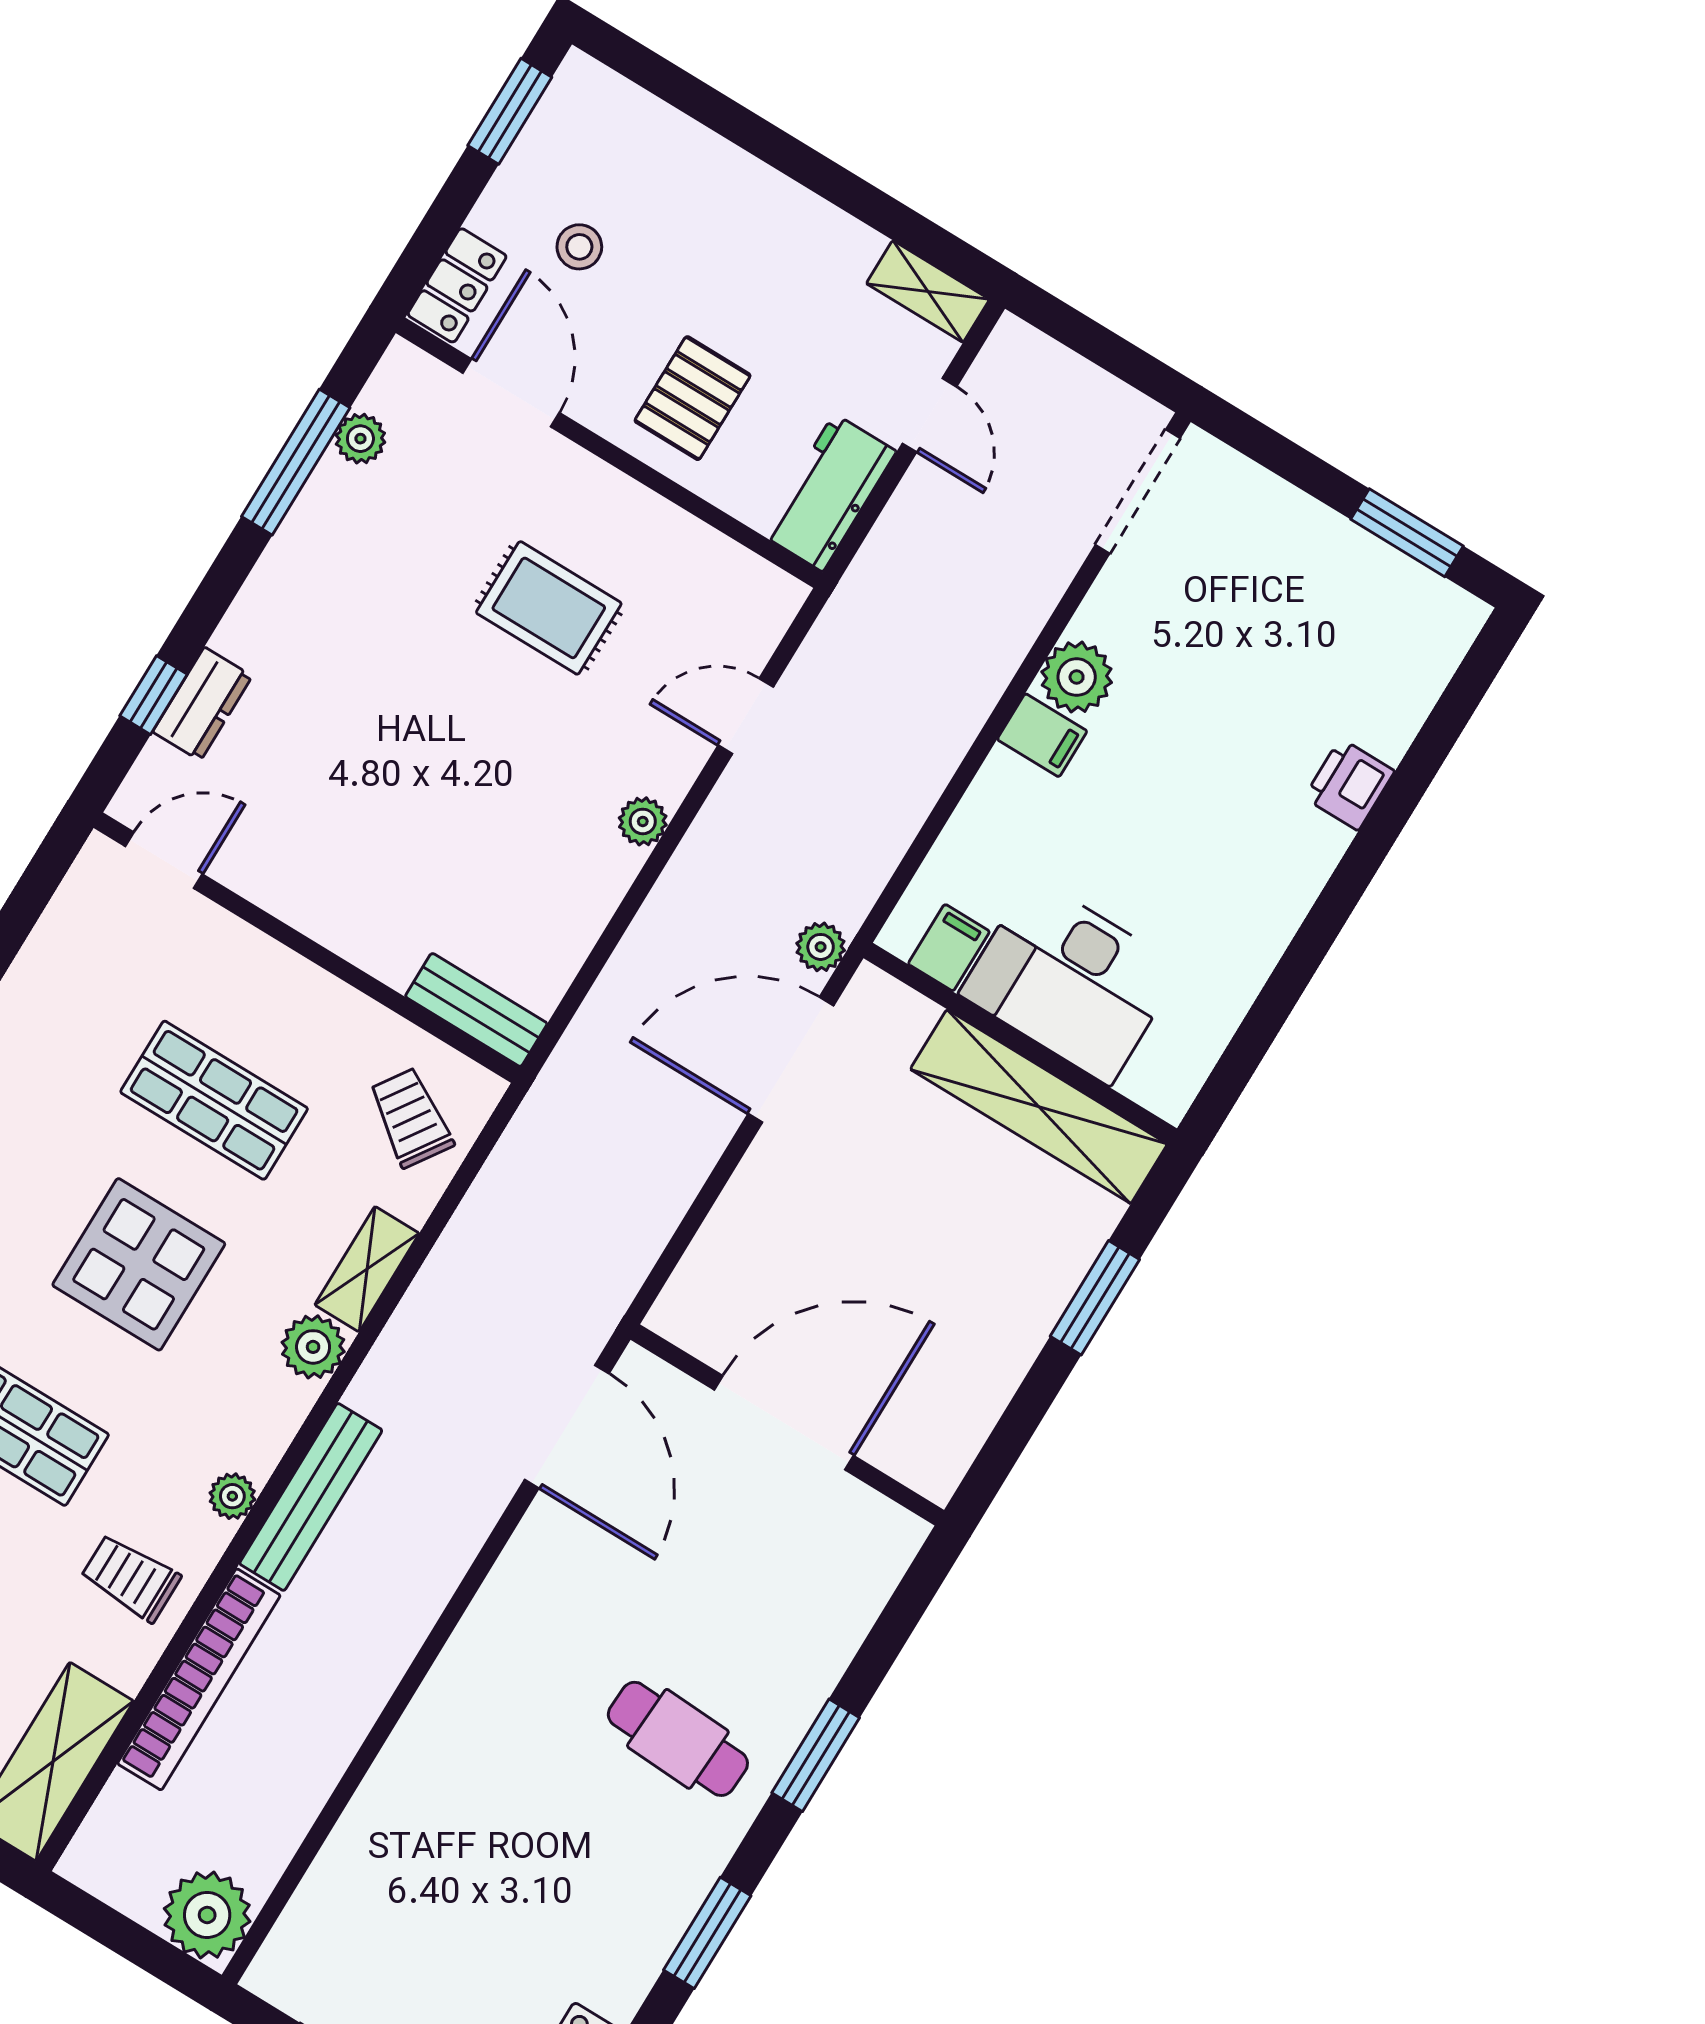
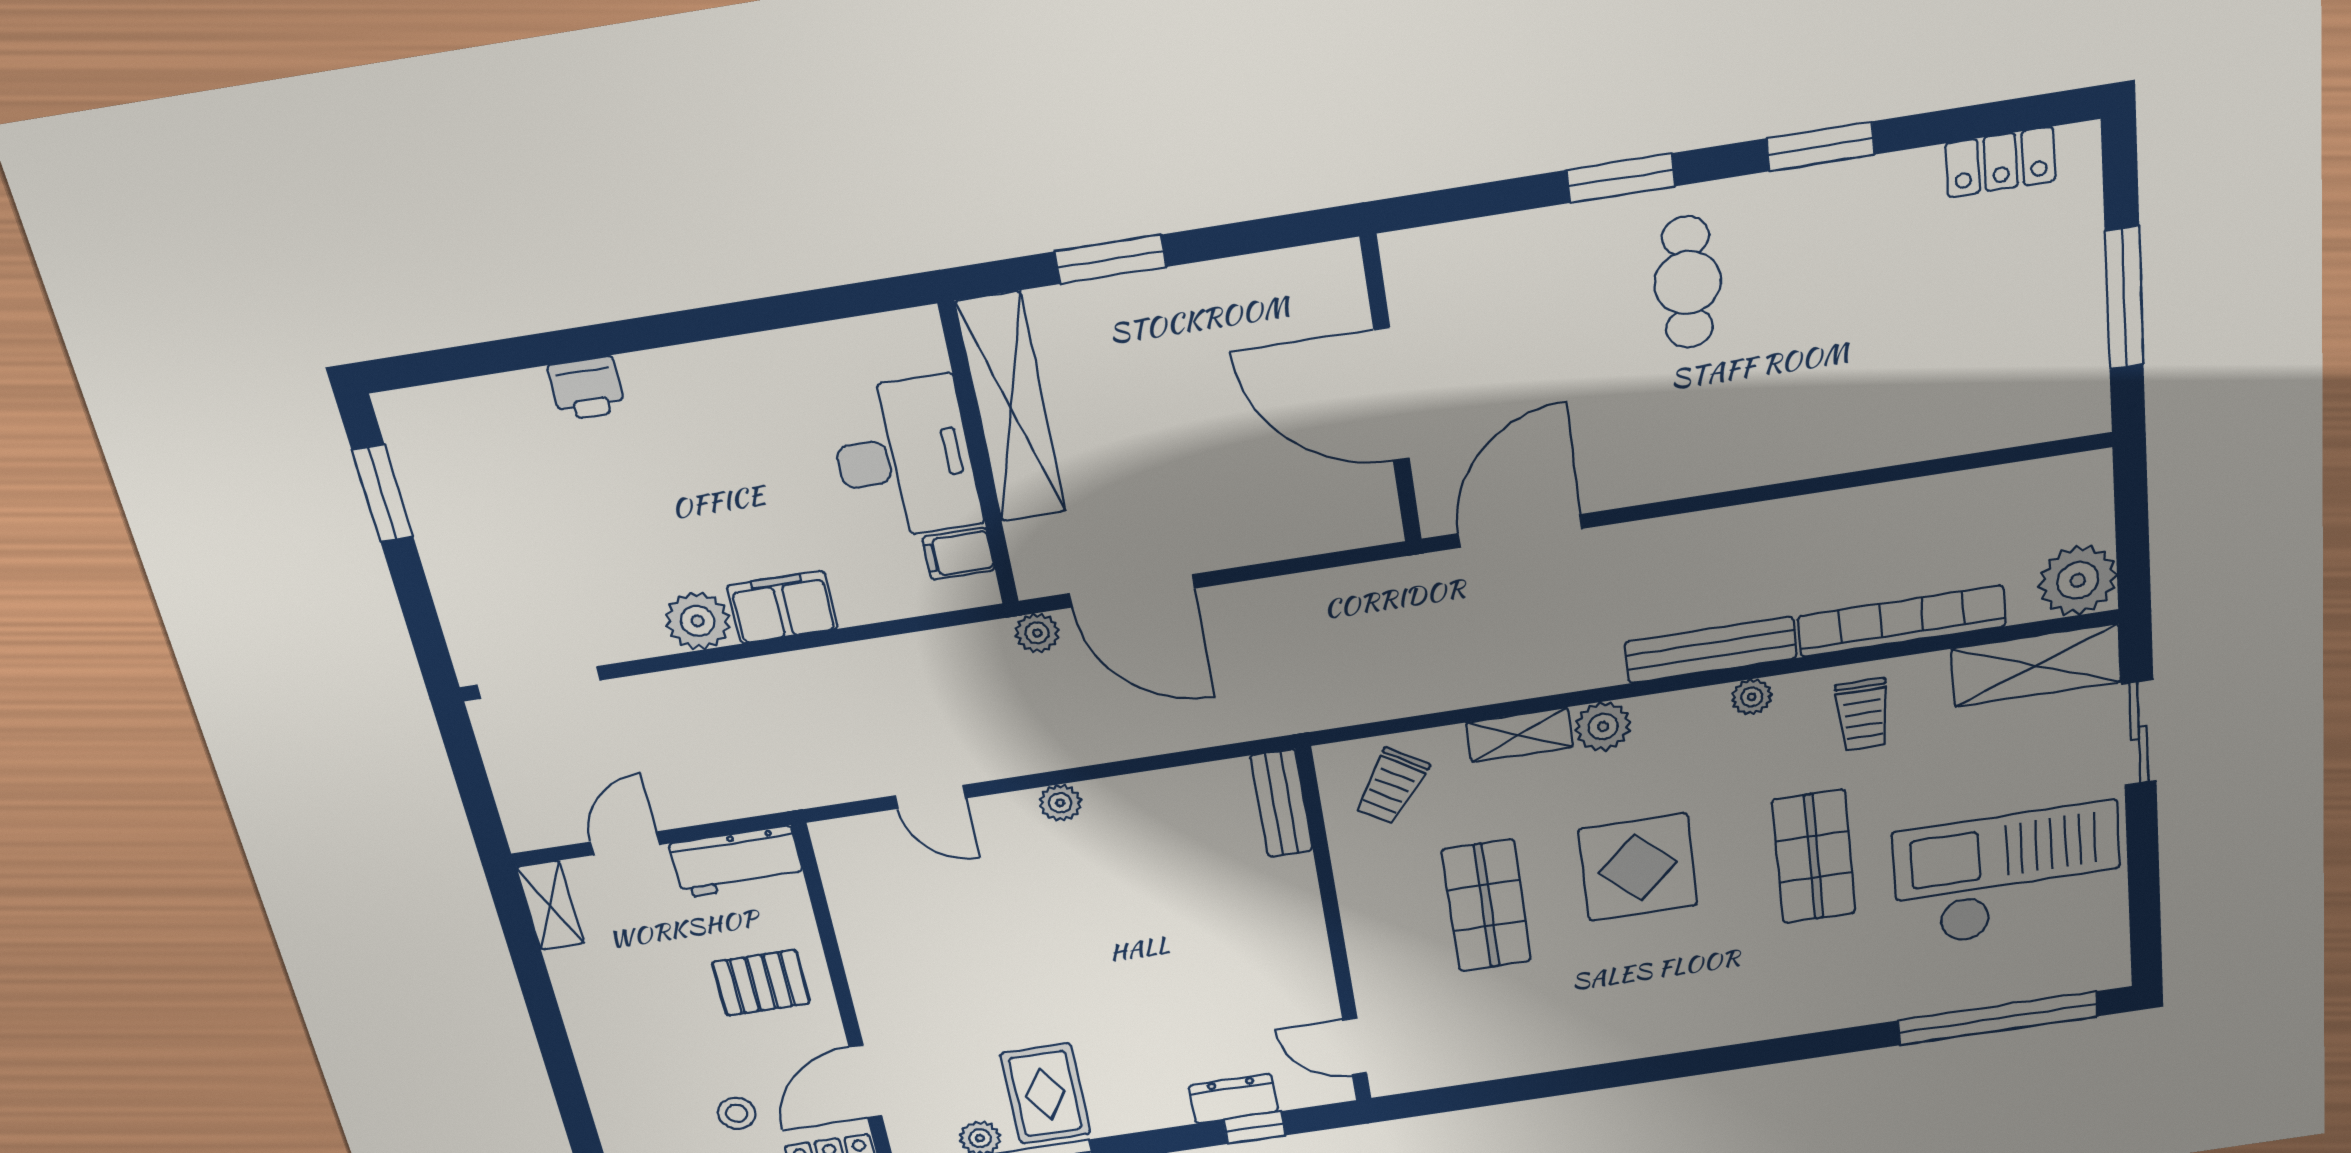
rug: (549, 608) -> (1045, 1094), moved
filing cabinet: (1042, 735) -> (782, 607), width x2.00
plant: (207, 1915) -> (2078, 580), moved

